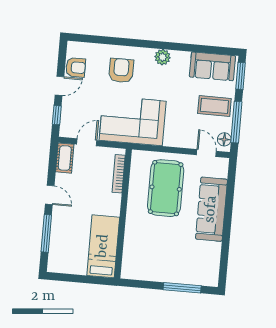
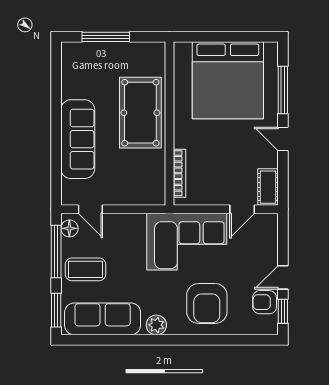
sofa: (212, 66) -> (103, 319), width x1.36
armchair: (121, 70) -> (207, 303), width x1.36, depth x1.36
window: (57, 115) -> (283, 311), moved
bookcase: (119, 174) -> (179, 173), moved
pool table: (166, 188) -> (140, 113), moved
wall: (123, 214) -> (169, 124), moved
bed: (103, 246) -> (228, 80), width x2.04

